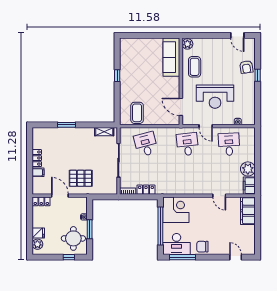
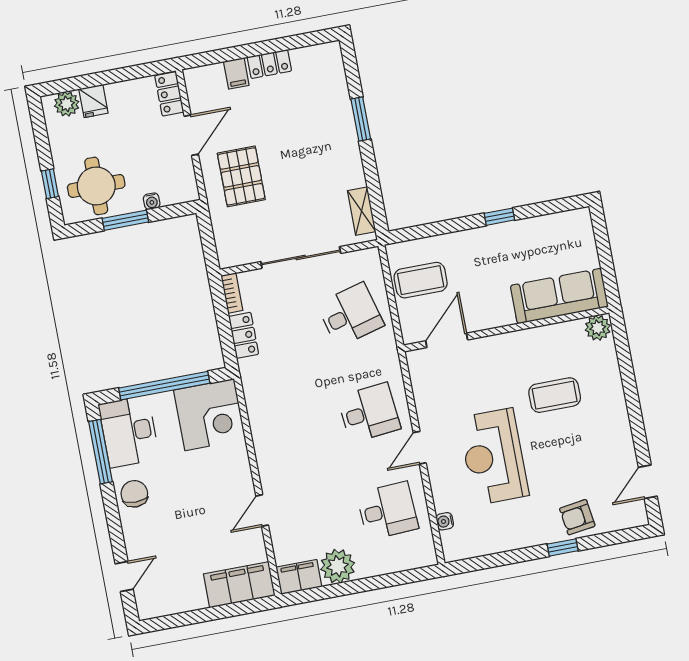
plant: (187, 44) -> (598, 328), moved
sofa: (171, 57) -> (559, 296), moved
wall: (181, 81) -> (506, 329), moved
door: (181, 107) -> (447, 340), moved

